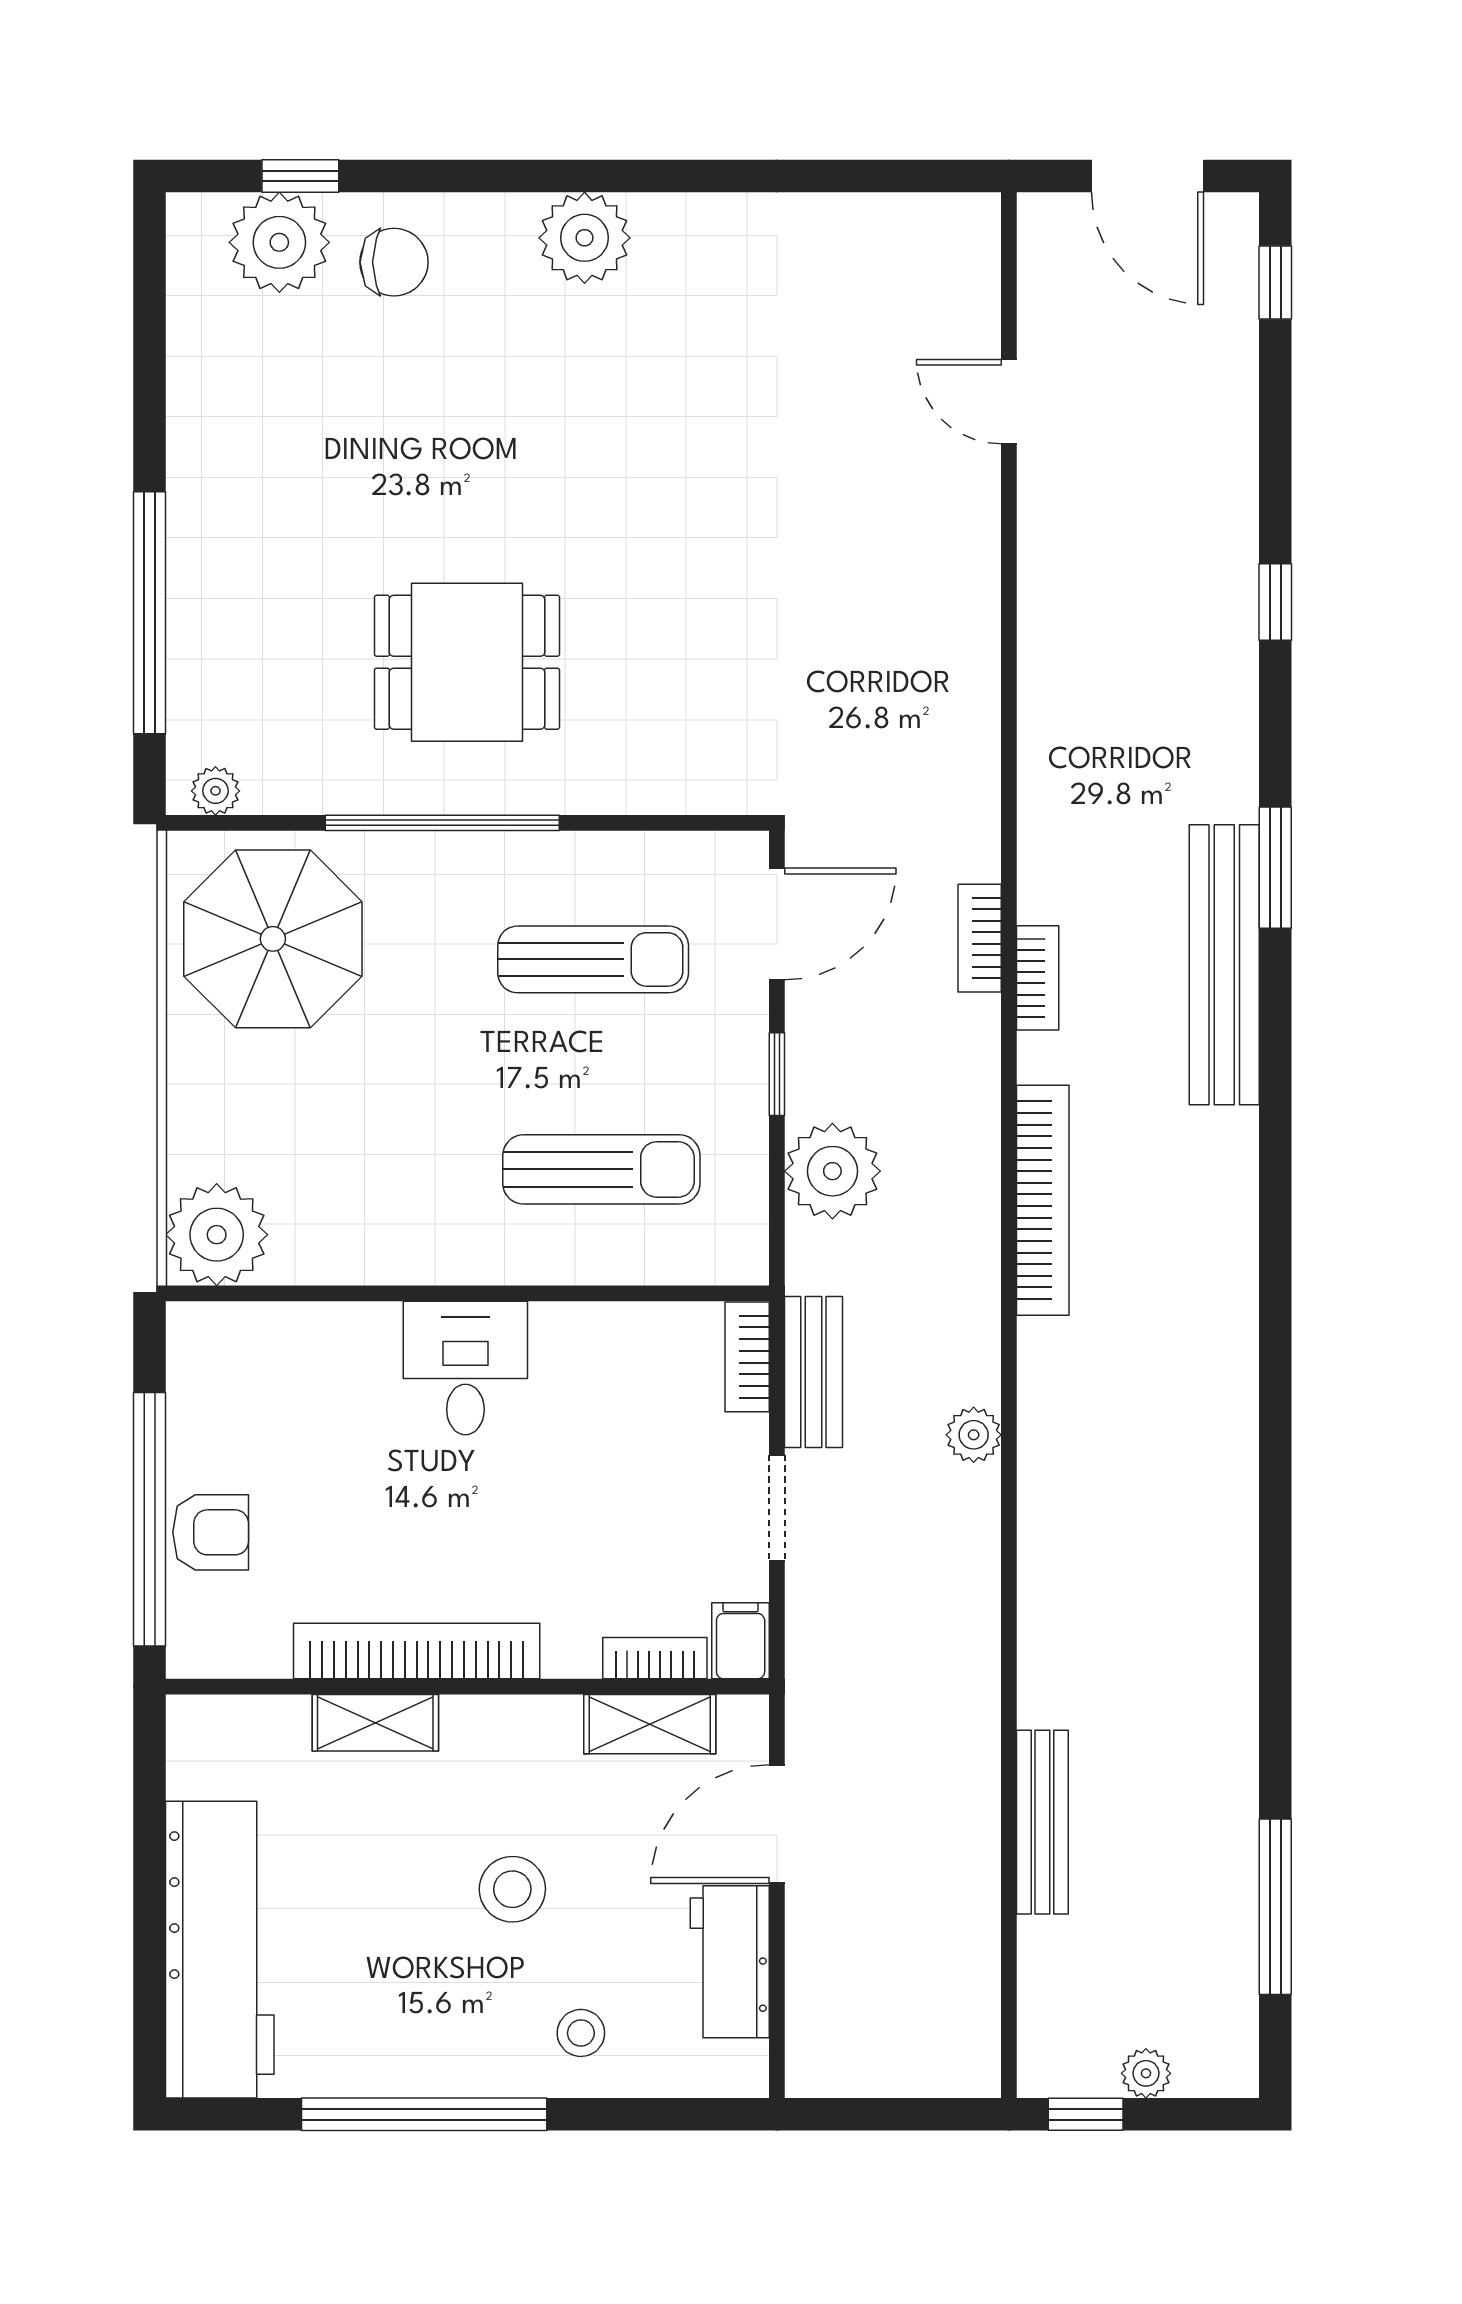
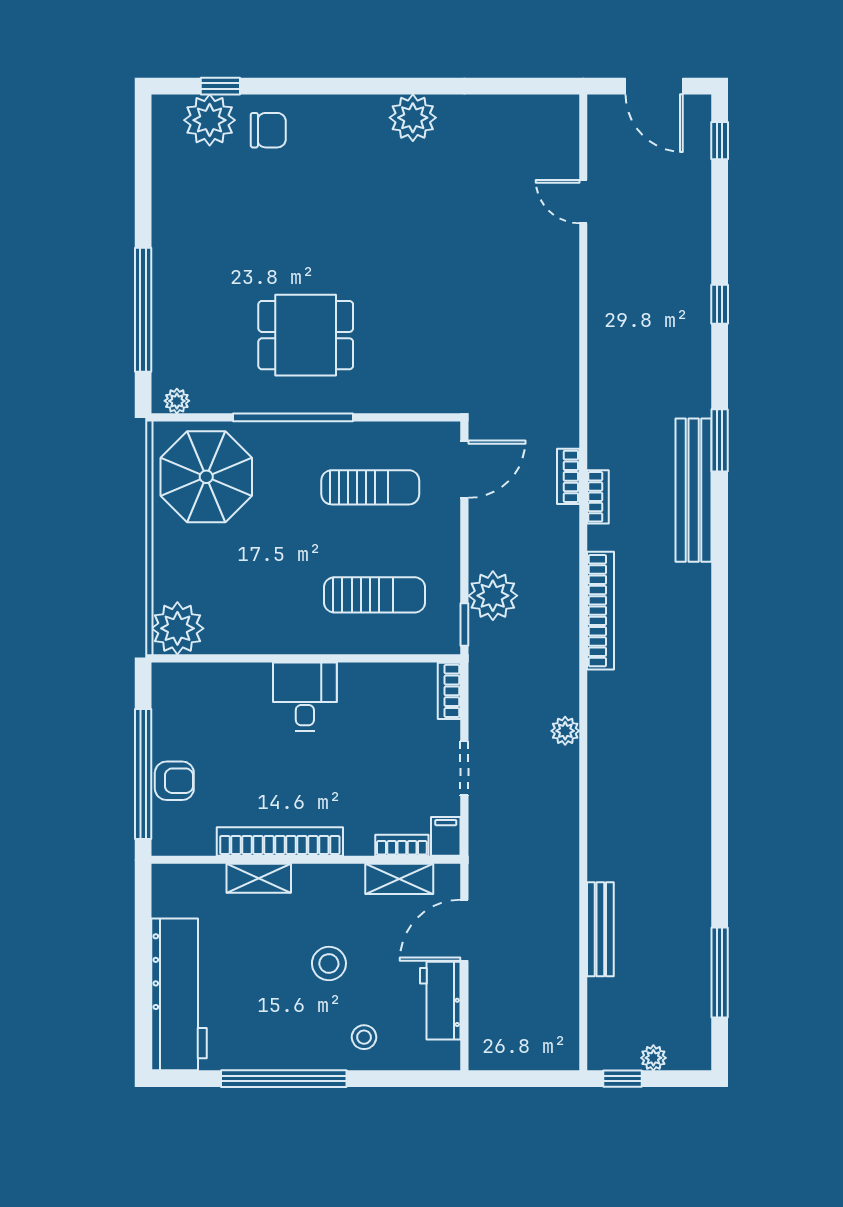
plant: (585, 238) -> (413, 118), moved
window: (777, 1074) -> (464, 625), moved
bench: (813, 1372) -> (483, 699), removed

